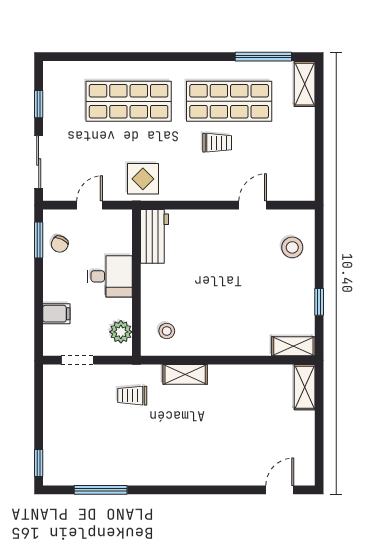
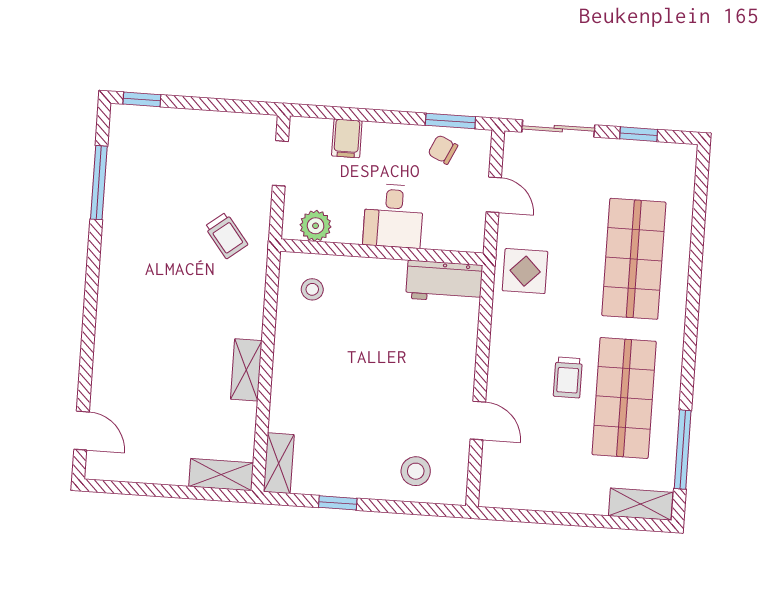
shelving: (185, 374) -> (246, 370), moved
trolley: (132, 396) -> (226, 235), turned 142

